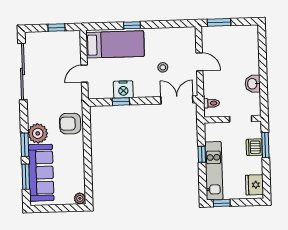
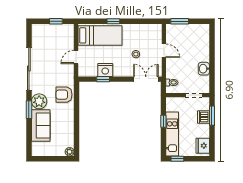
sliding door: (22, 72) -> (29, 69), moved
sofa: (41, 173) -> (41, 126), width x0.73
window: (26, 177) -> (29, 134), removed

